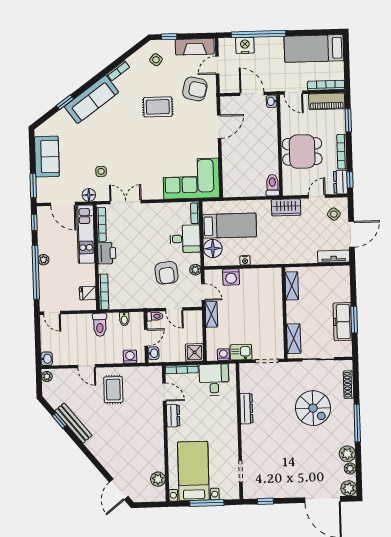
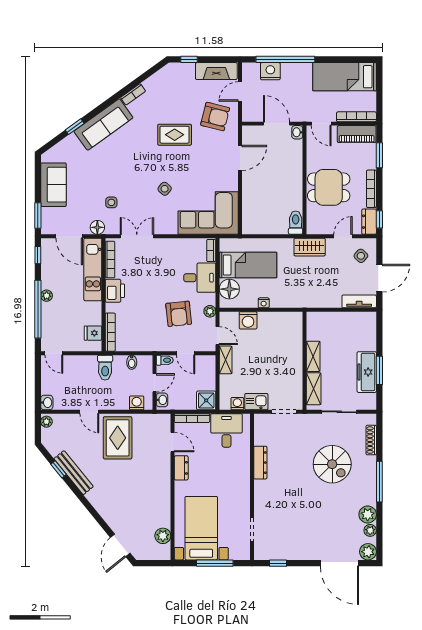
side table: (156, 60) -> (165, 189), moved
shelving: (292, 286) -> (313, 356), moved
rug: (113, 390) -> (118, 438), width x1.36, depth x1.43

